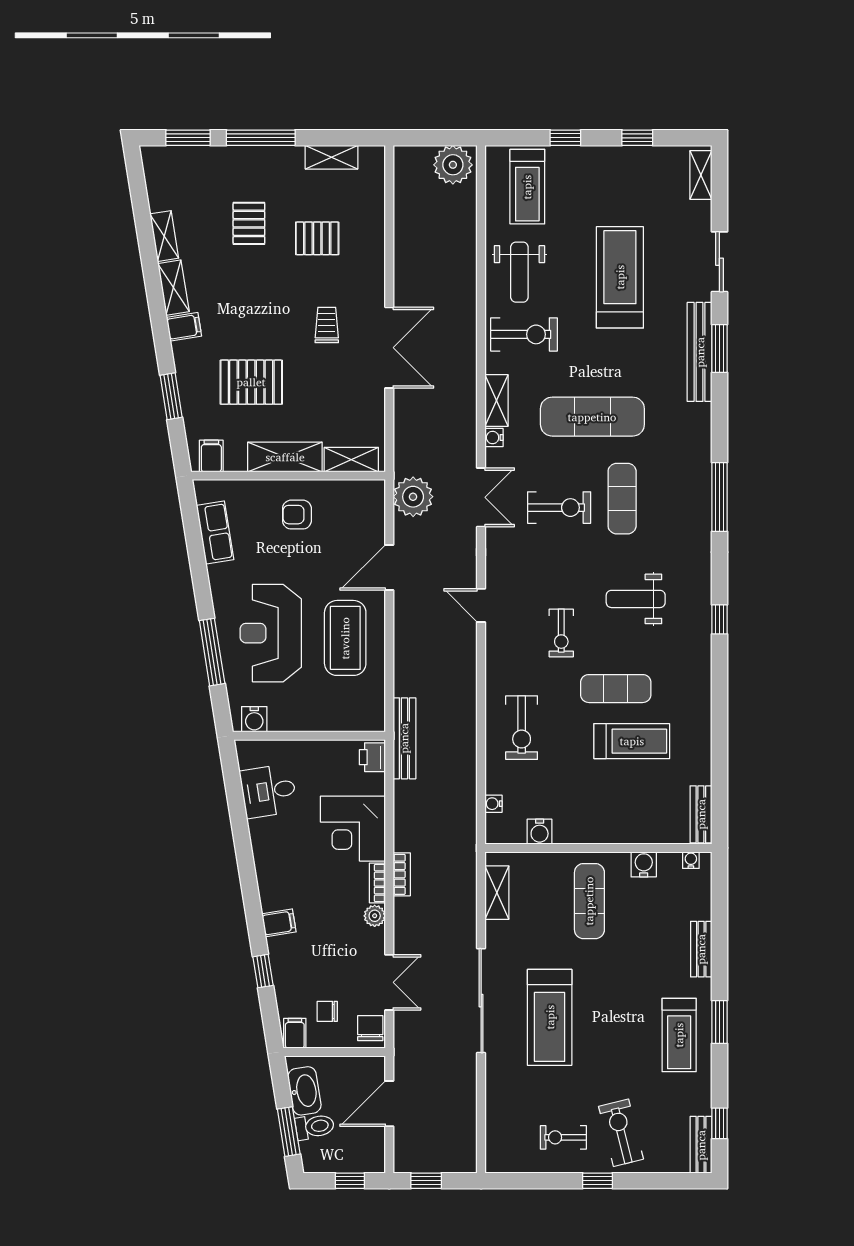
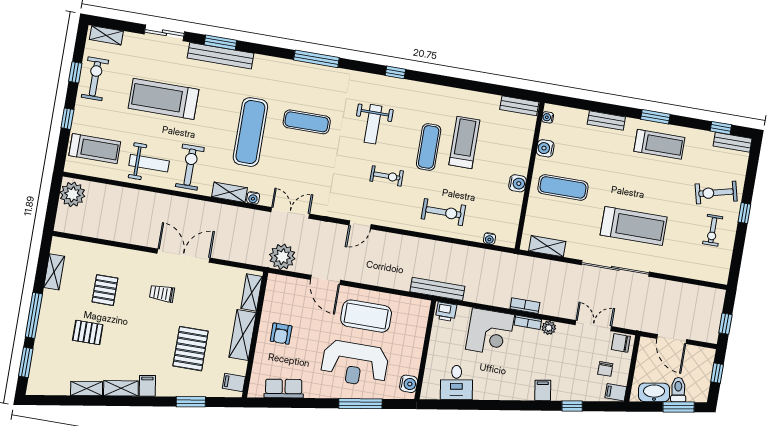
exercise bike: (559, 508) -> (95, 79), moved
water cooler: (540, 832) -> (518, 183), moved

